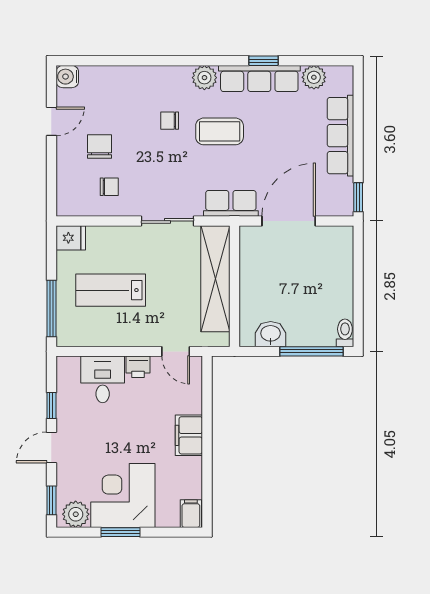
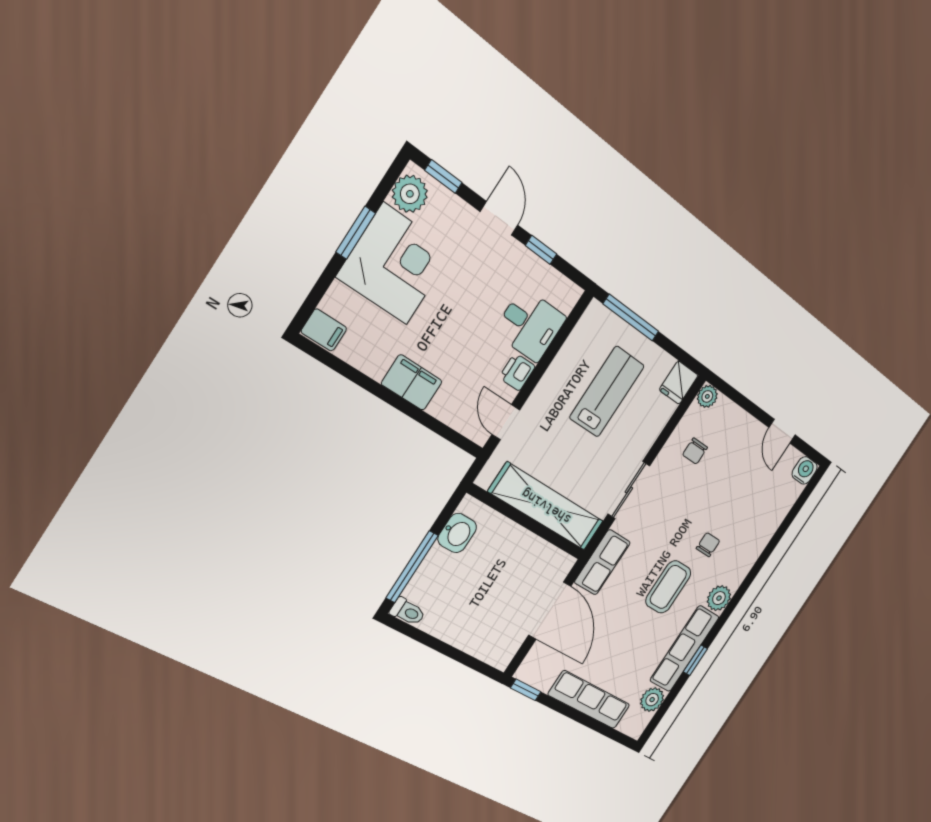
chair: (100, 147) -> (733, 464), removed
plant: (66, 207) -> (707, 396), added
door: (176, 351) -> (506, 422), hinge flipped

